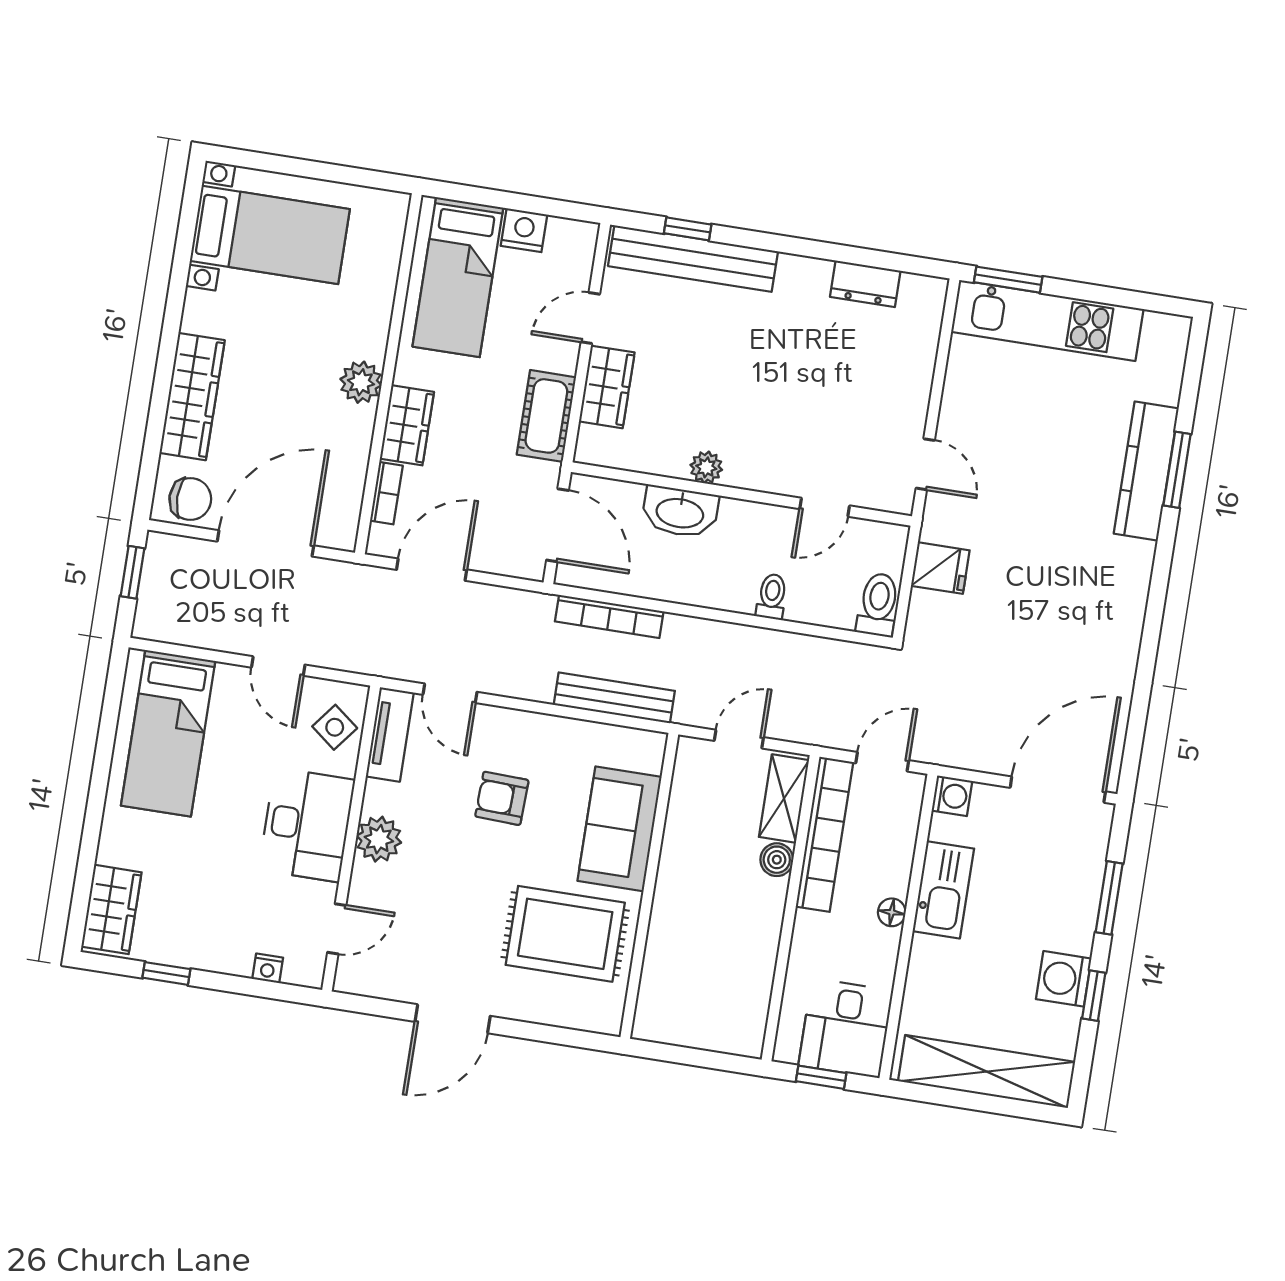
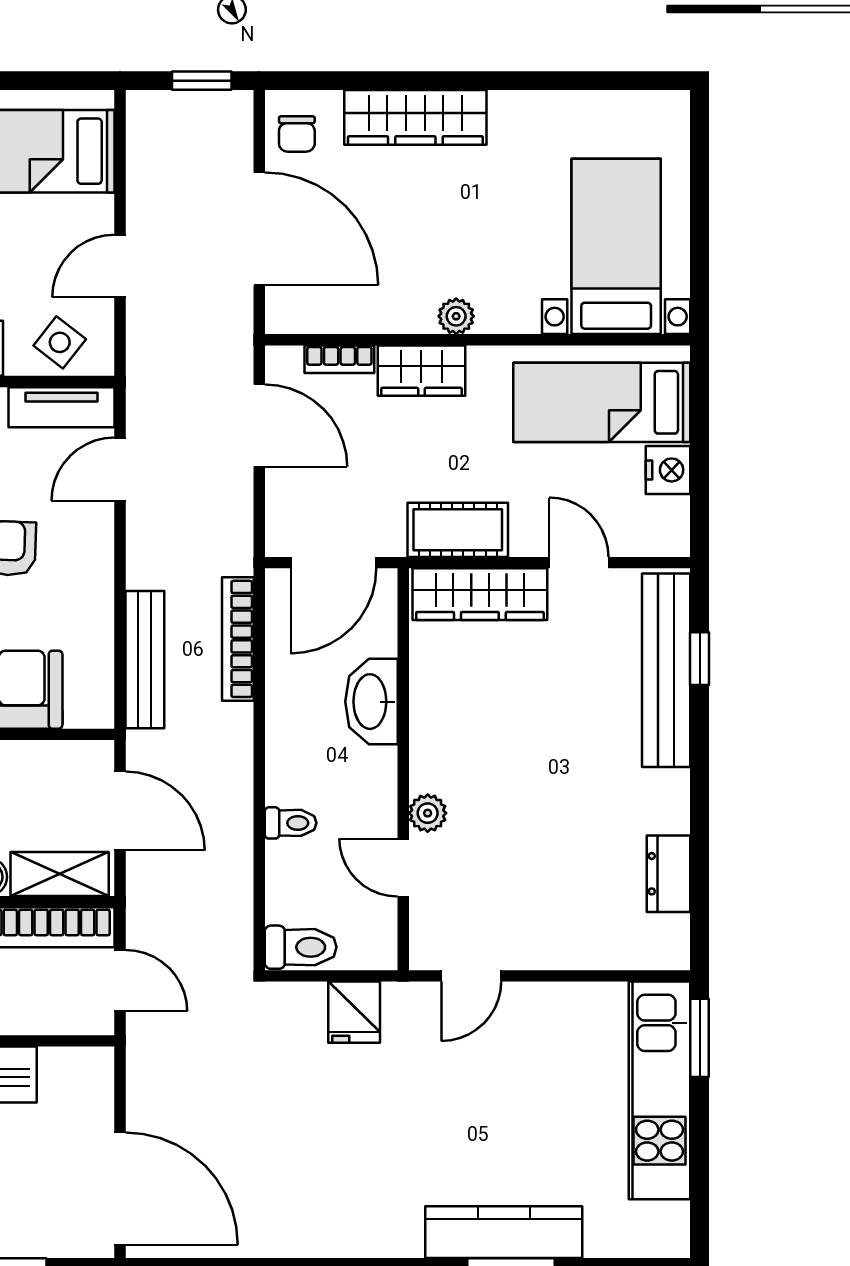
bed with nightstands: (270, 235) -> (616, 246), moved, turned 180
plant: (361, 382) -> (456, 316), width x0.73, depth x0.73
wardrobe: (607, 387) -> (480, 594), width x1.50
plant: (706, 467) -> (428, 813), moved
chair: (190, 499) -> (297, 134), width x0.73, depth x0.73
door: (739, 739) -> (120, 811), width x1.38
washing machine: (952, 796) -> (93, 1067), removed

